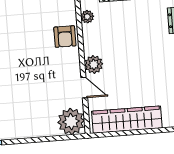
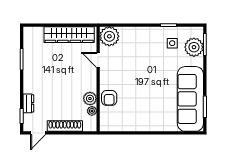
armchair: (65, 37) -> (109, 98), turned 180
plant: (94, 64) -> (90, 99), moved

